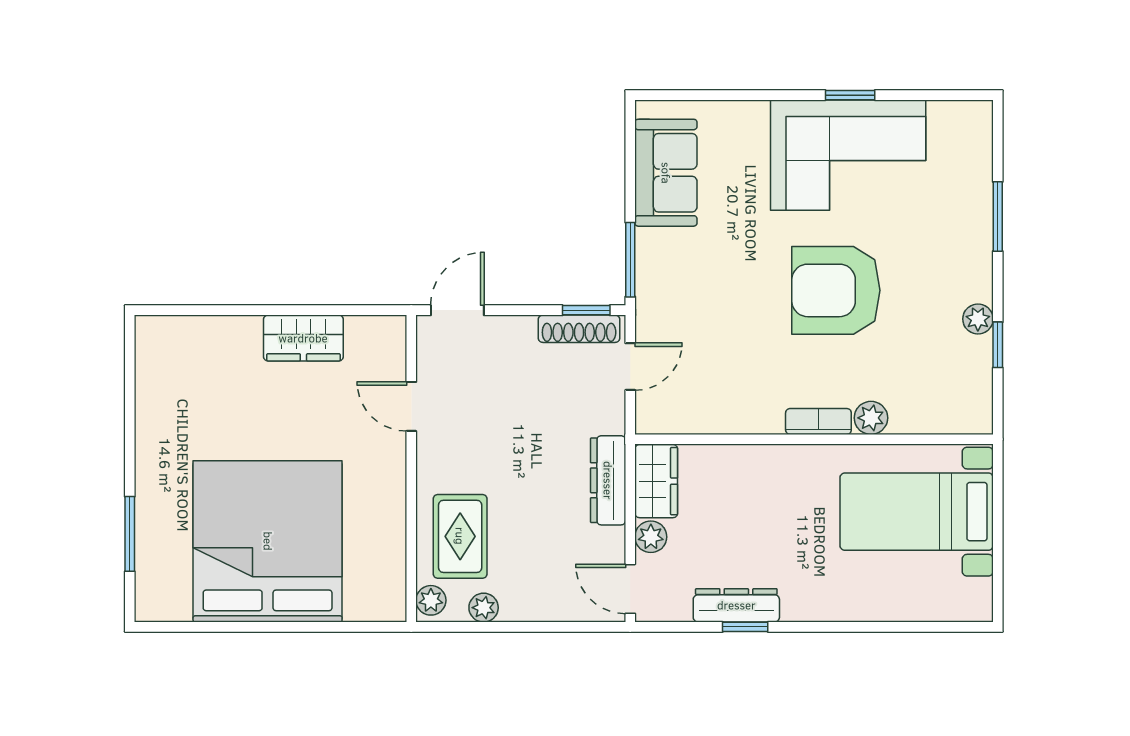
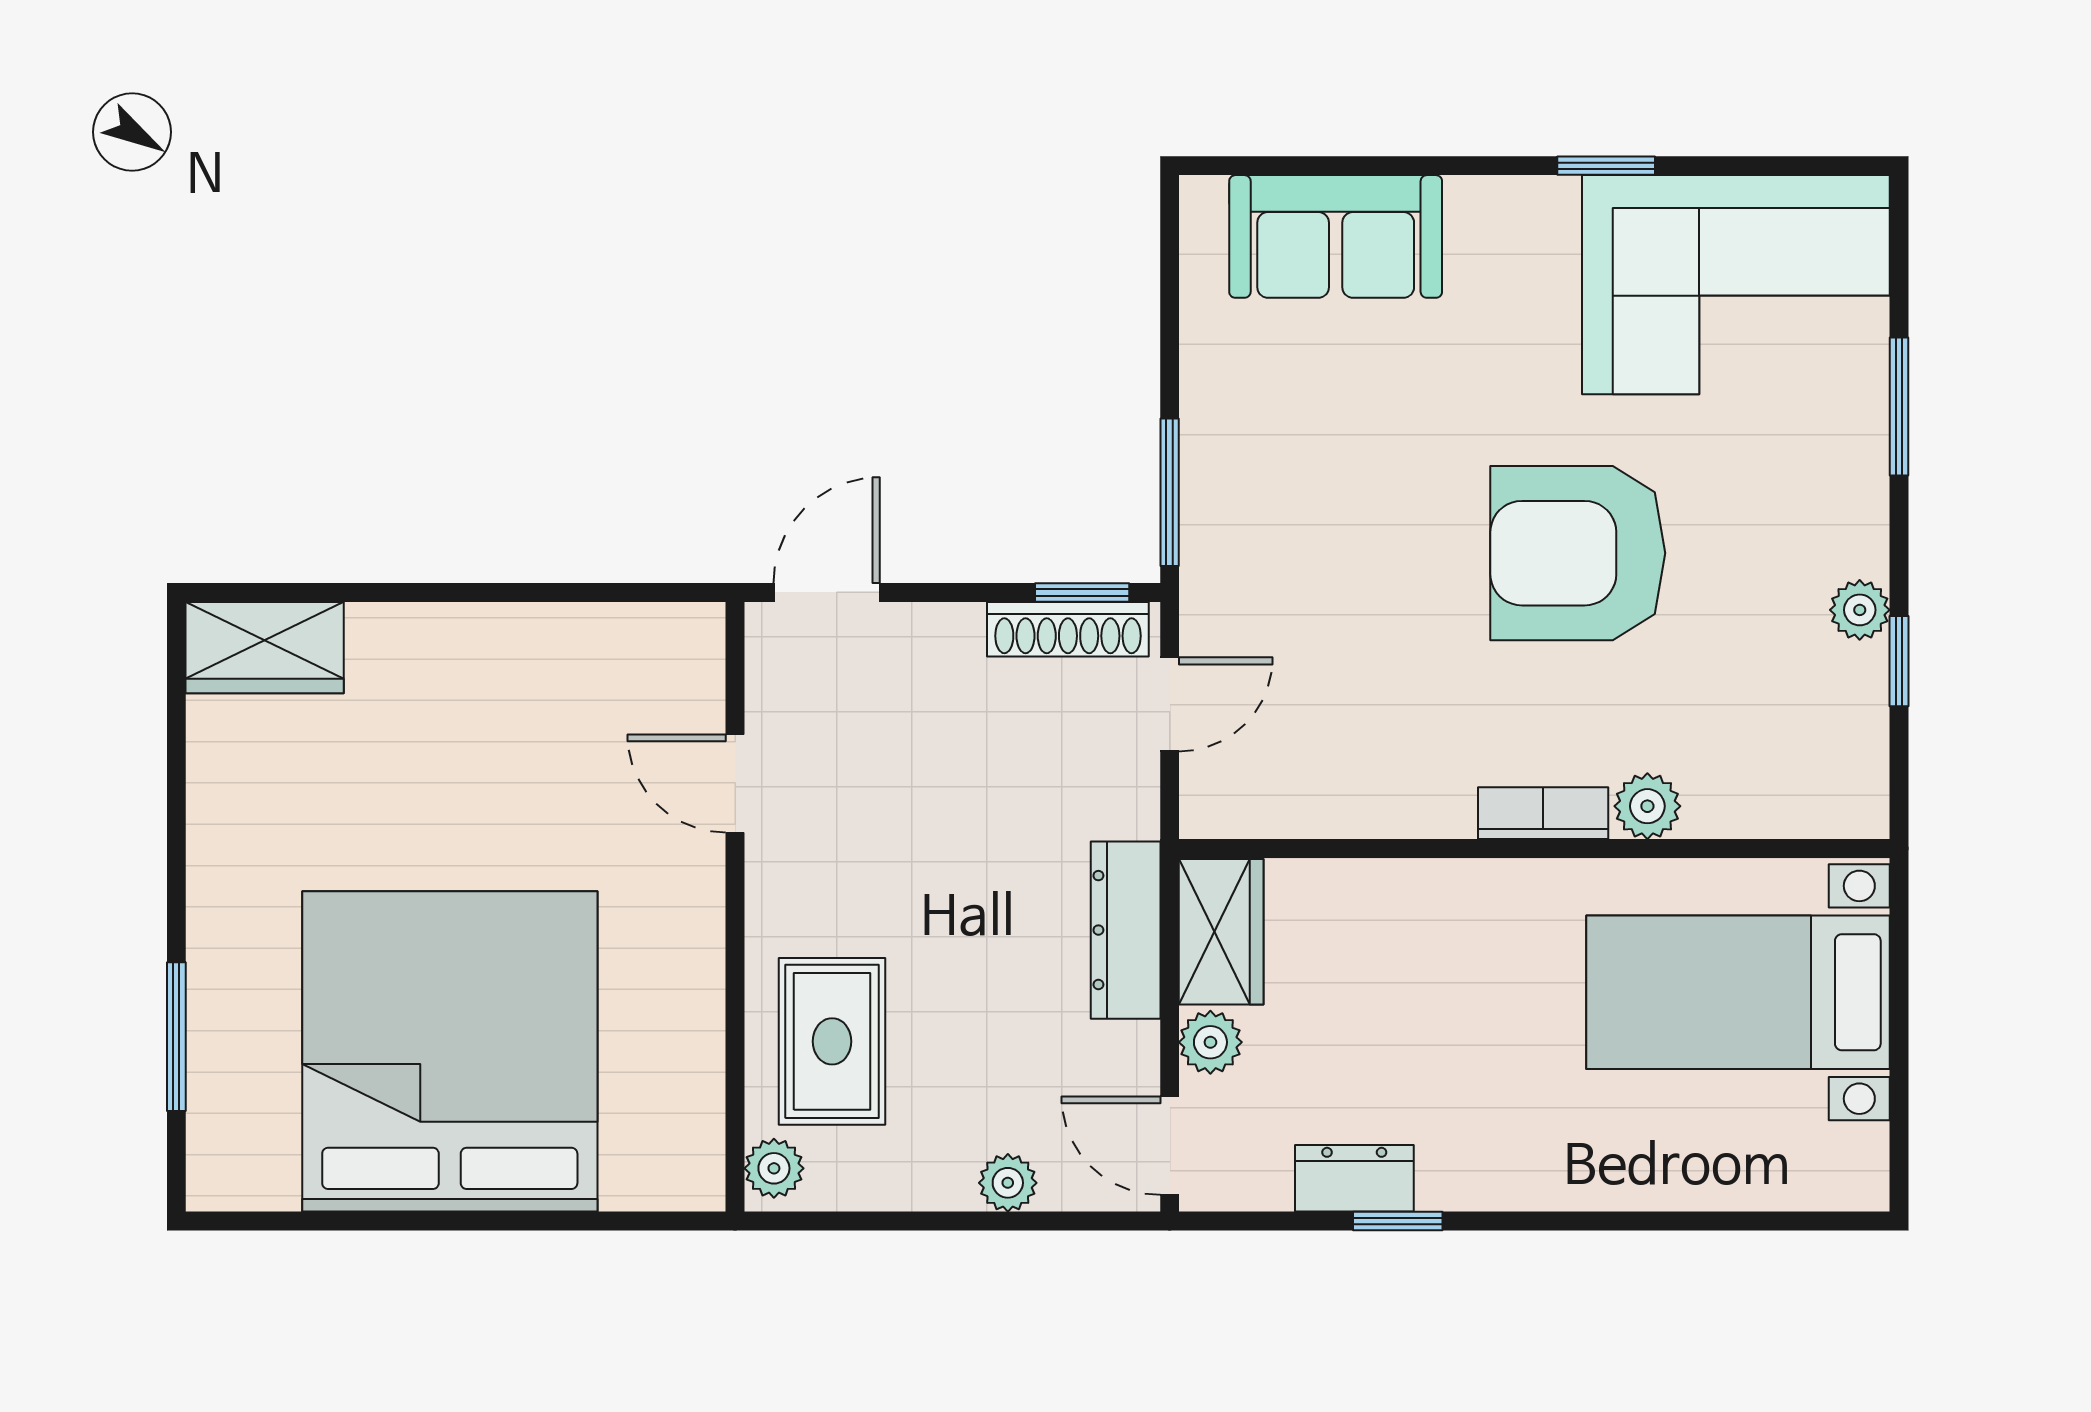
corner sofa: (848, 155) -> (1736, 285), moved
sofa: (666, 173) -> (1336, 236), moved, turned 90
wardrobe: (303, 338) -> (265, 648), moved
dresser: (736, 605) -> (1354, 1178), width x0.70
plant: (484, 608) -> (1008, 1183), moved

